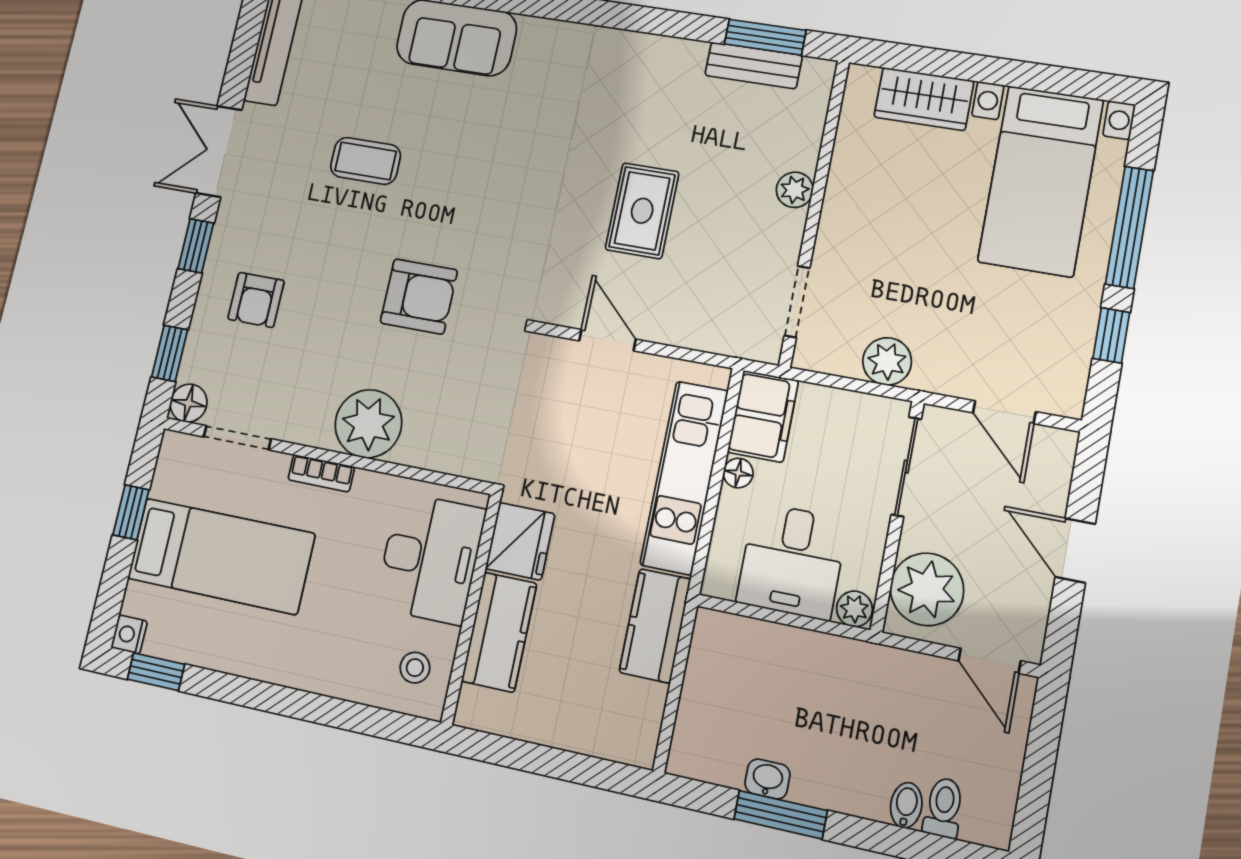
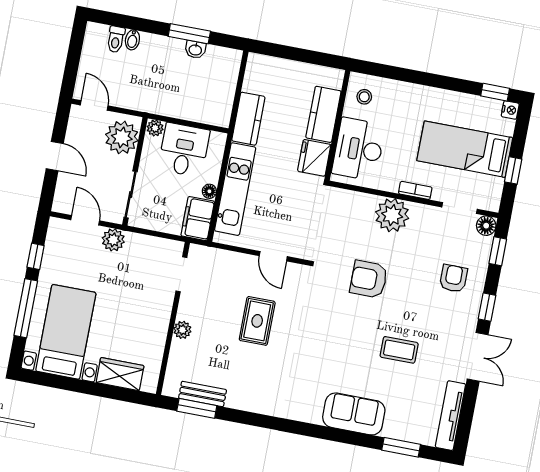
plant: (887, 361) -> (113, 240), moved

